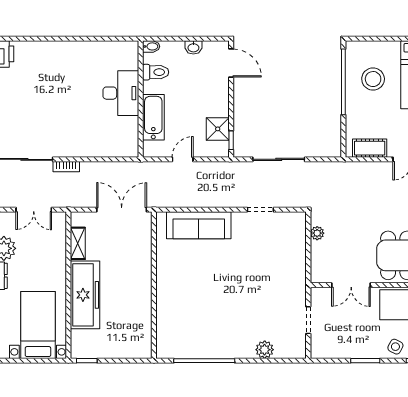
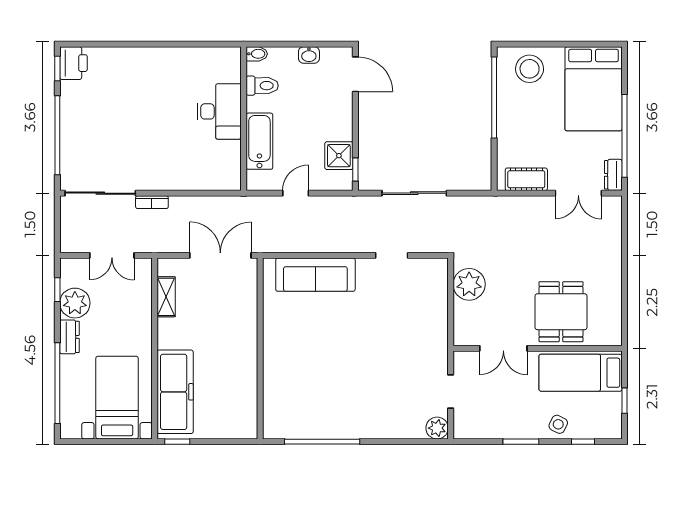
stool: (373, 79) -> (530, 69), moved
plant: (317, 233) -> (469, 284), width x1.87, depth x1.87
freezer: (85, 295) -> (175, 392), moved
plant: (265, 350) -> (437, 428), moved

